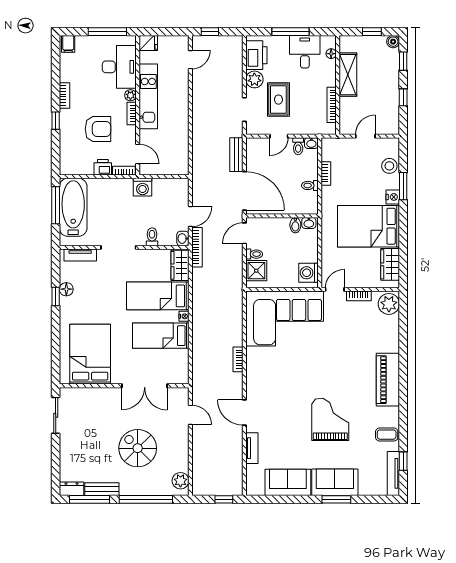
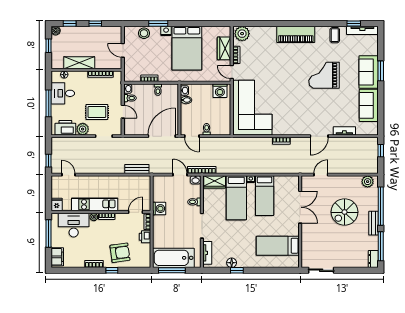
filing cabinet: (68, 44) -> (57, 257), width x2.00
armchair: (98, 129) -> (120, 253), moved, turned 82
bench: (236, 155) -> (137, 169), moved
wardrobe: (390, 264) -> (224, 48), moved, turned 90
shower: (256, 271) -> (218, 128), removed
bed: (90, 354) -> (278, 246), width x0.67
bench: (102, 489) -> (374, 223), moved

